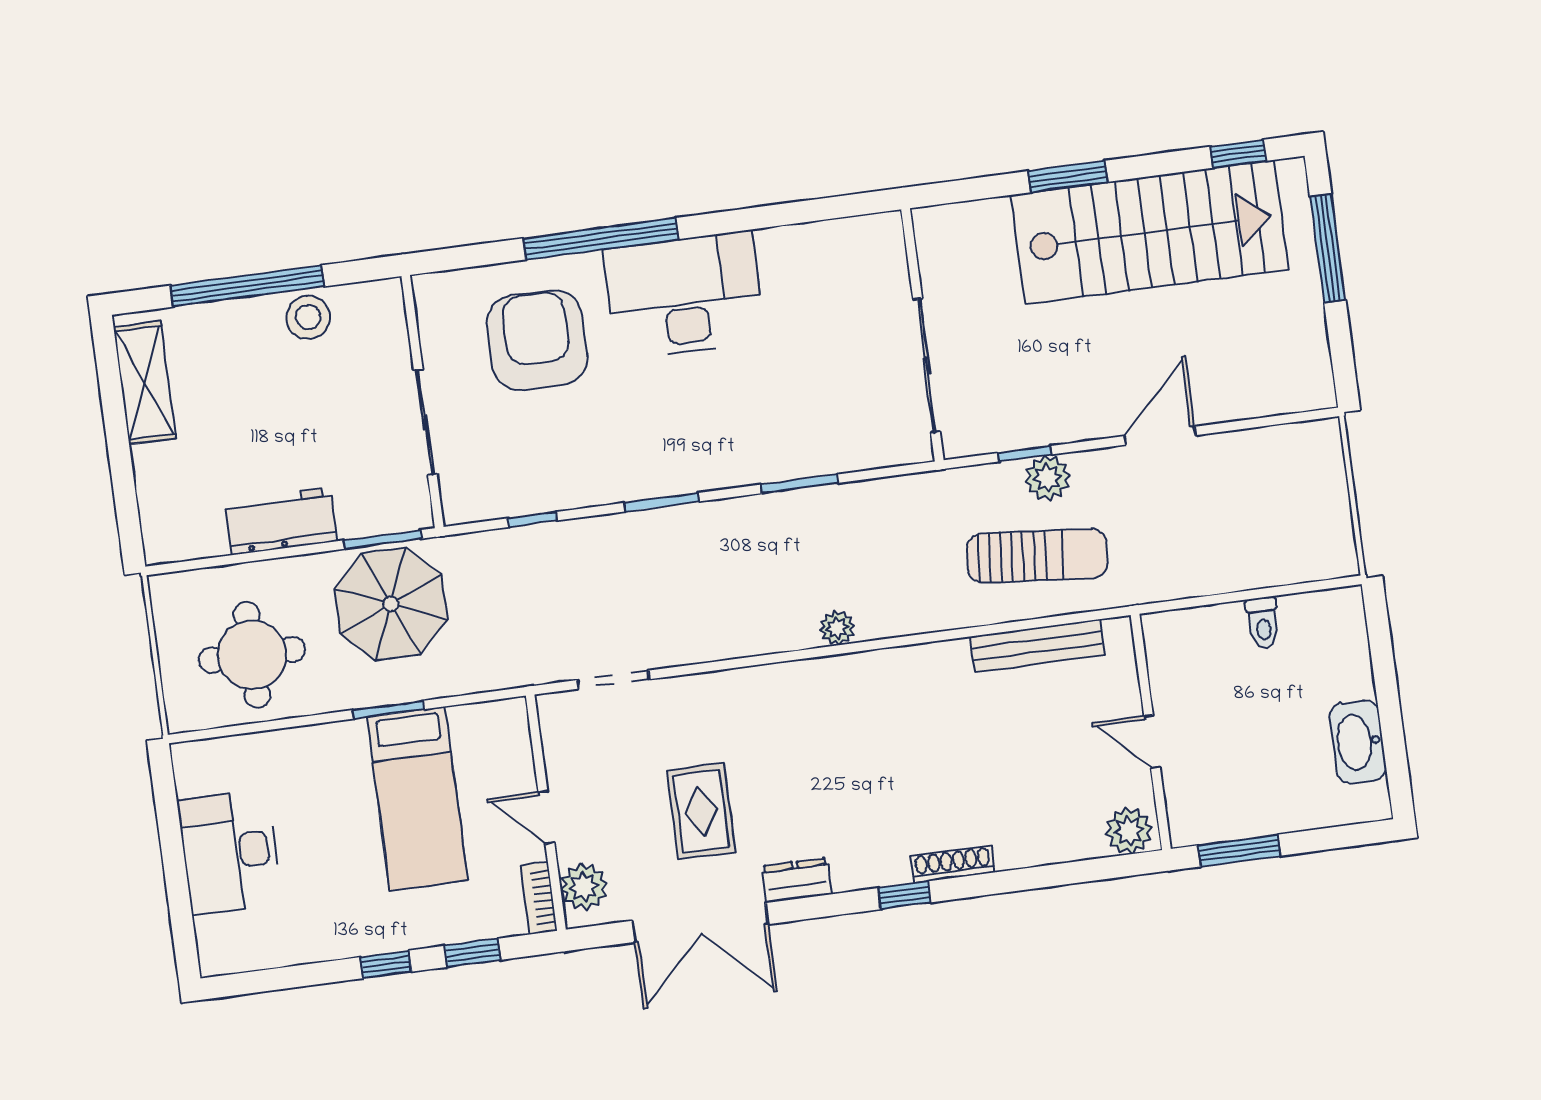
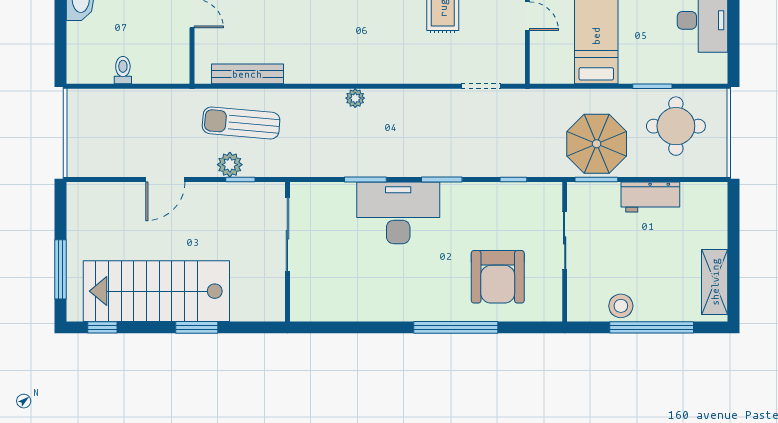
desk: (684, 295) -> (398, 213), moved, turned 180
window: (388, 710) -> (652, 86), moved

